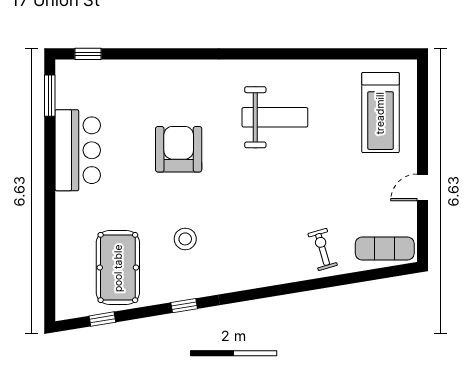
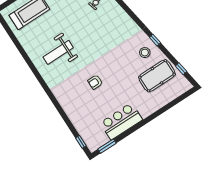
weight bench: (275, 117) -> (58, 52), turned -90
armchair: (179, 149) -> (95, 82), width x0.53, depth x0.53
stool: (185, 239) -> (145, 53), moved

